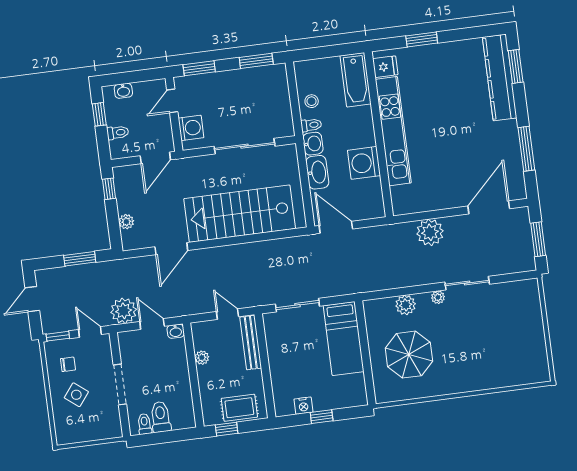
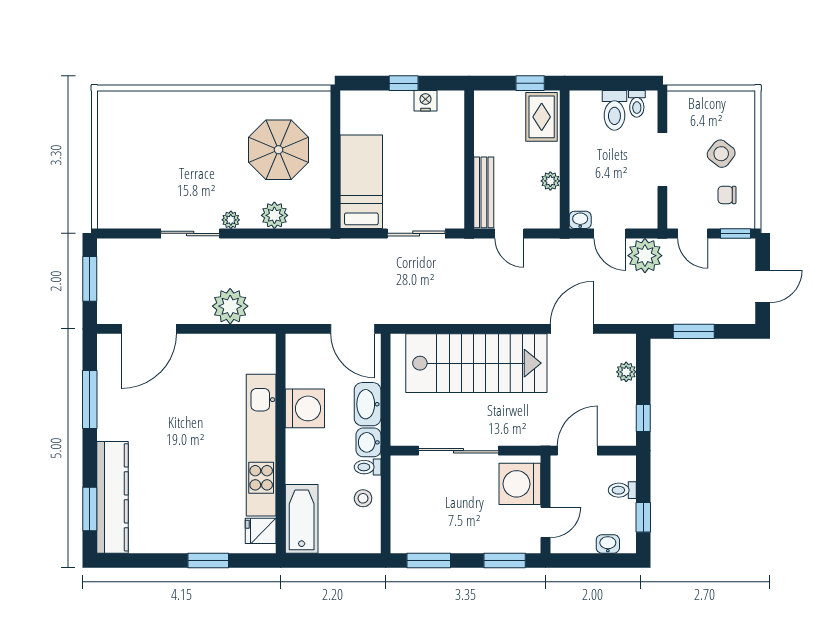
washing machine: (191, 128) -> (520, 484), width x1.37, depth x1.37
rug: (239, 408) -> (542, 117), moved, turned 90

